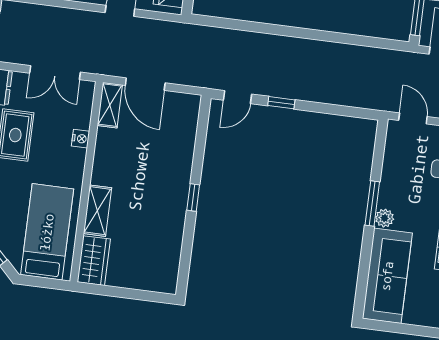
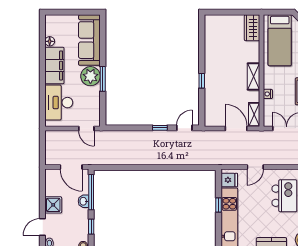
window: (193, 198) -> (202, 81), moved
shelving: (98, 211) -> (253, 77), moved
plant: (385, 218) -> (90, 76), width x1.87, depth x1.87

